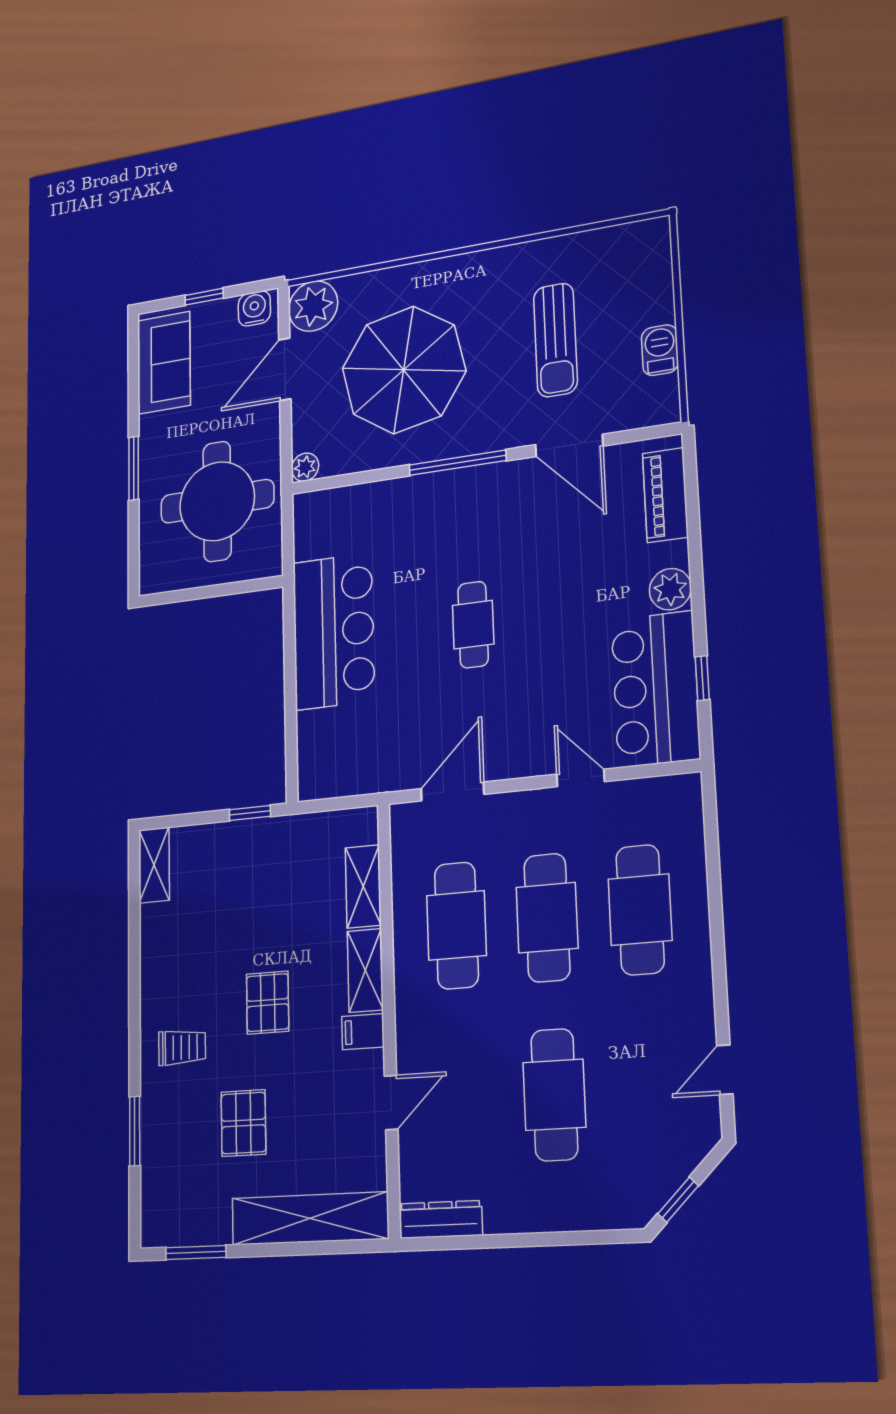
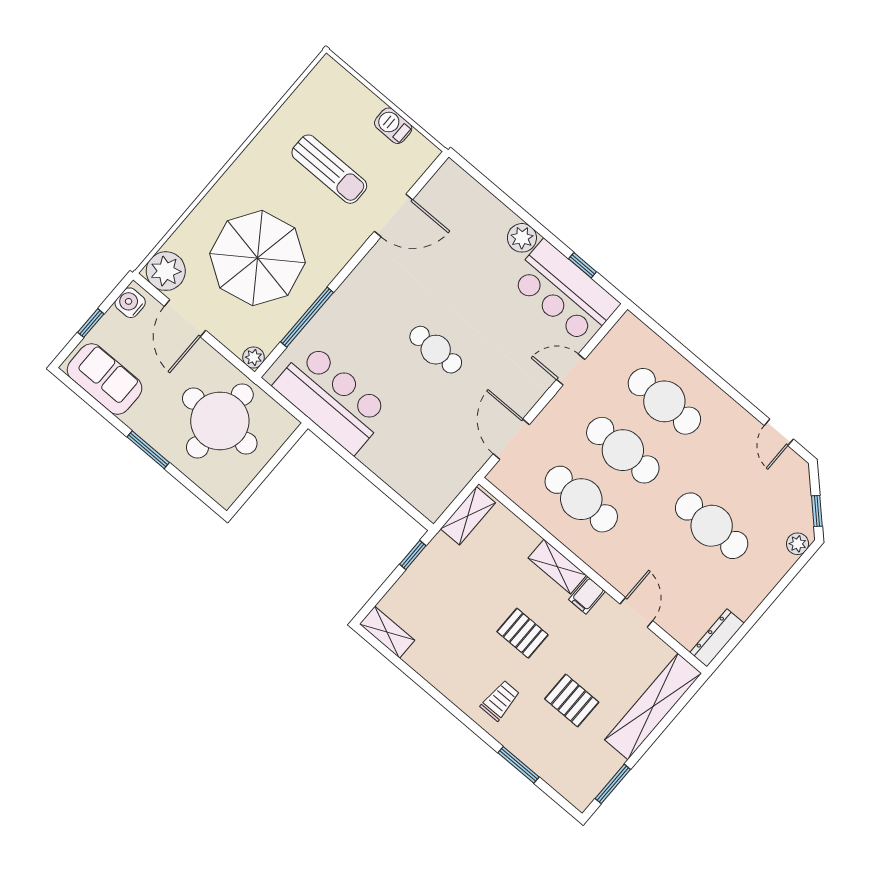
window: (457, 463) -> (307, 317), moved
piano: (665, 495) -> (472, 195), removed
bar counter: (334, 631) -> (332, 398), moved
shelving: (363, 886) -> (468, 516), moved, turned 90
plant: (622, 1213) -> (798, 544), added

